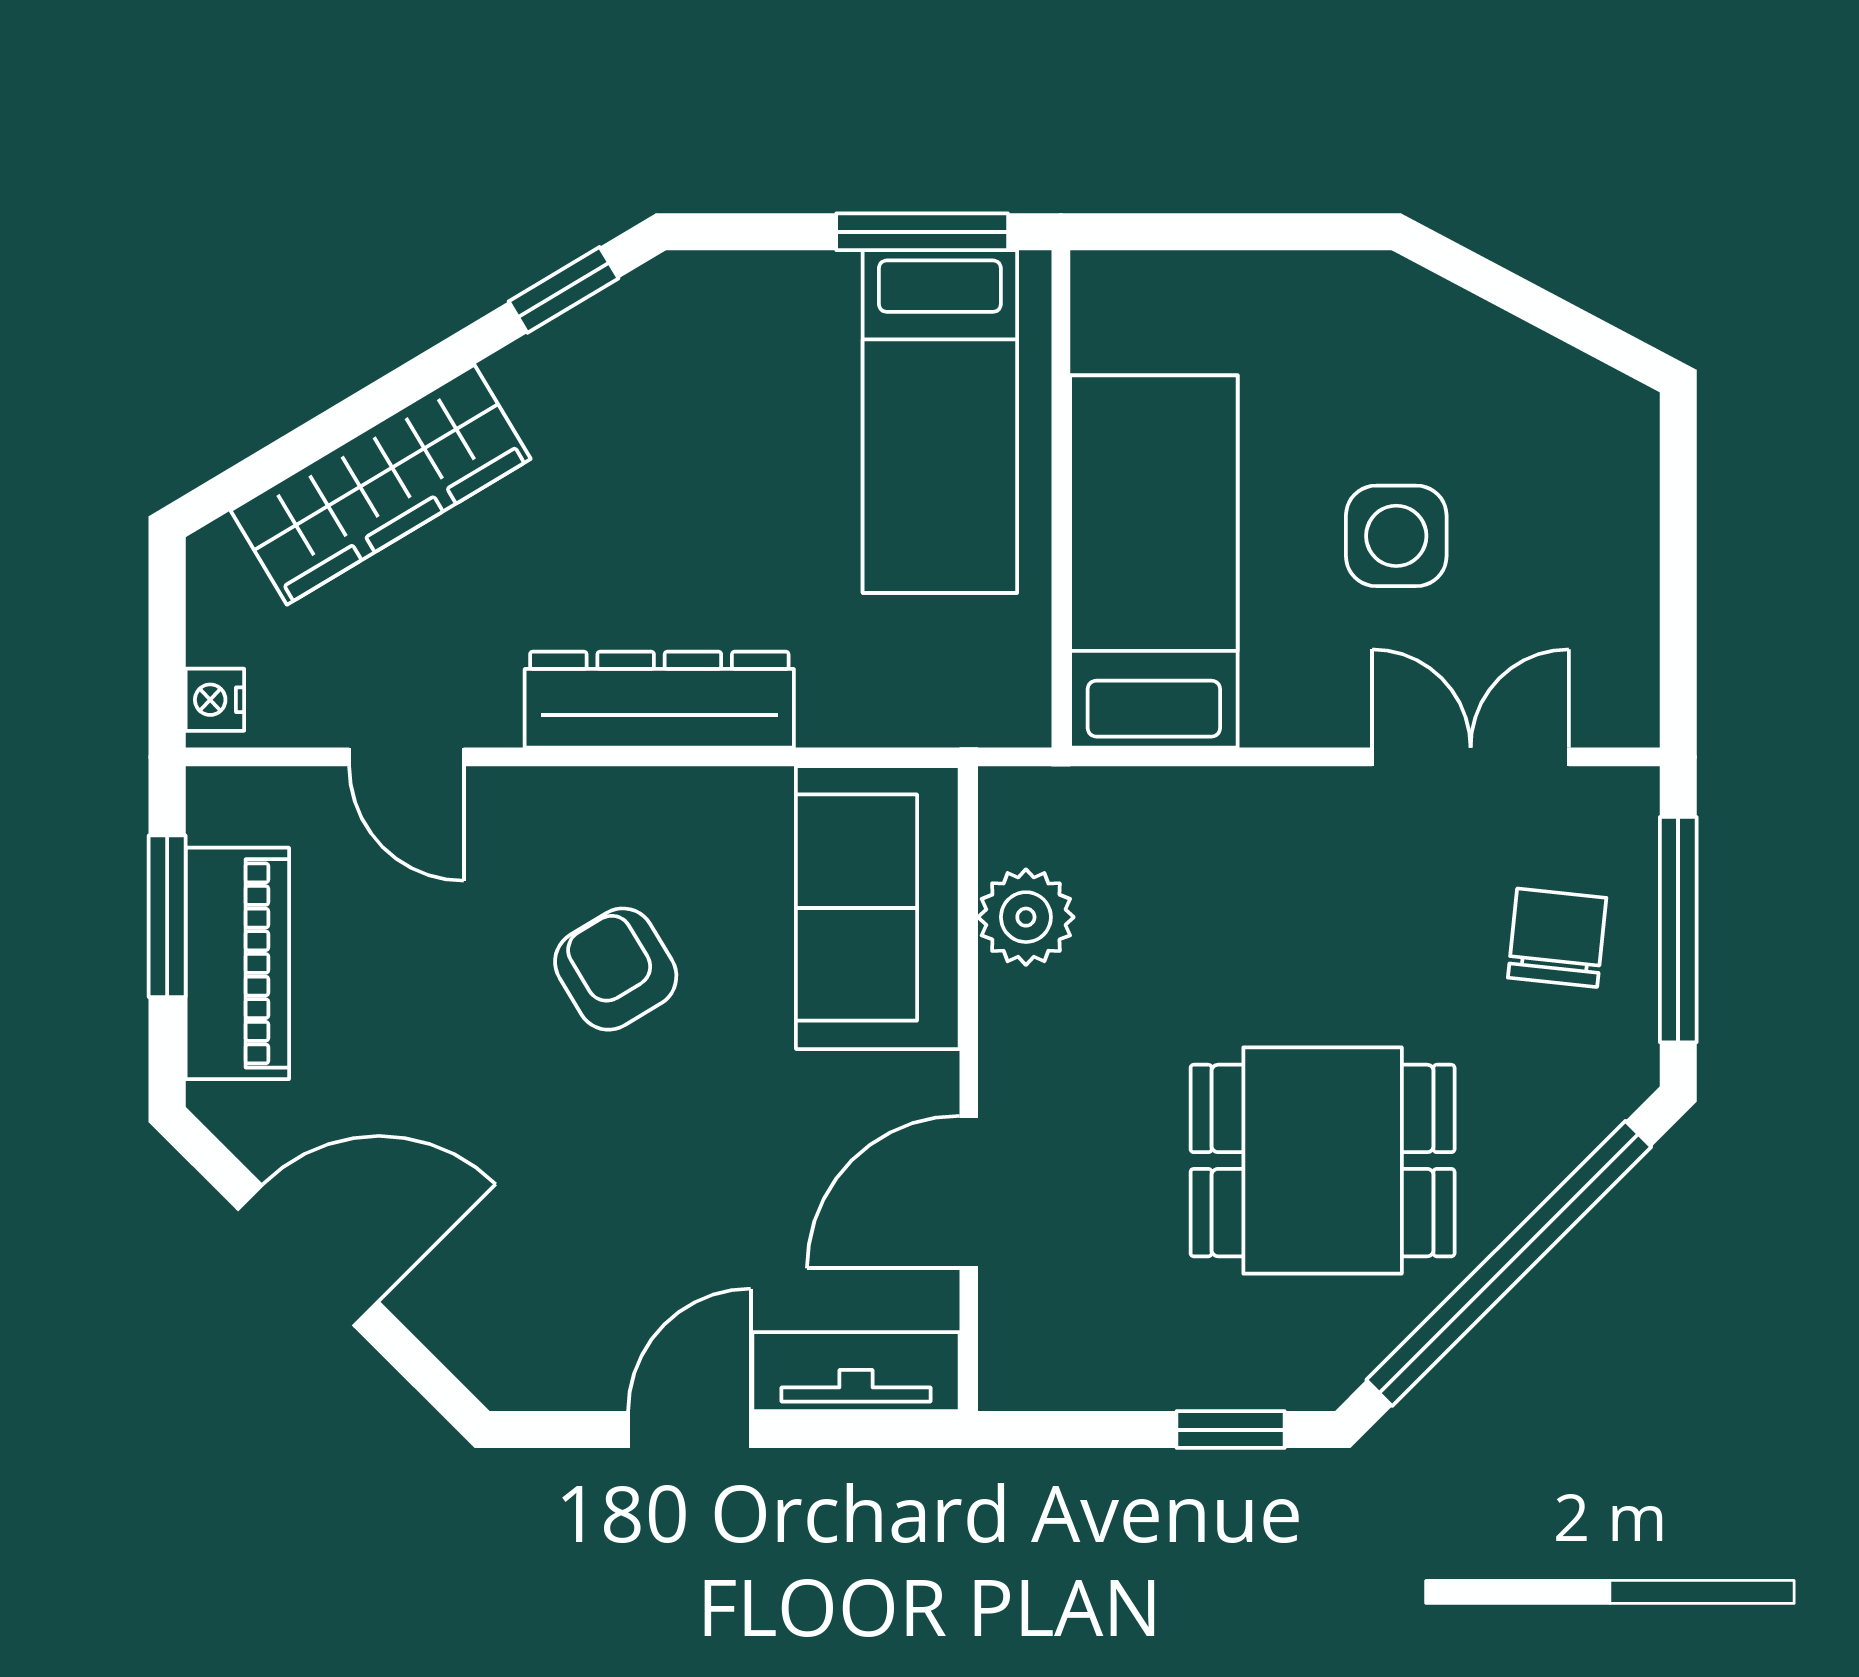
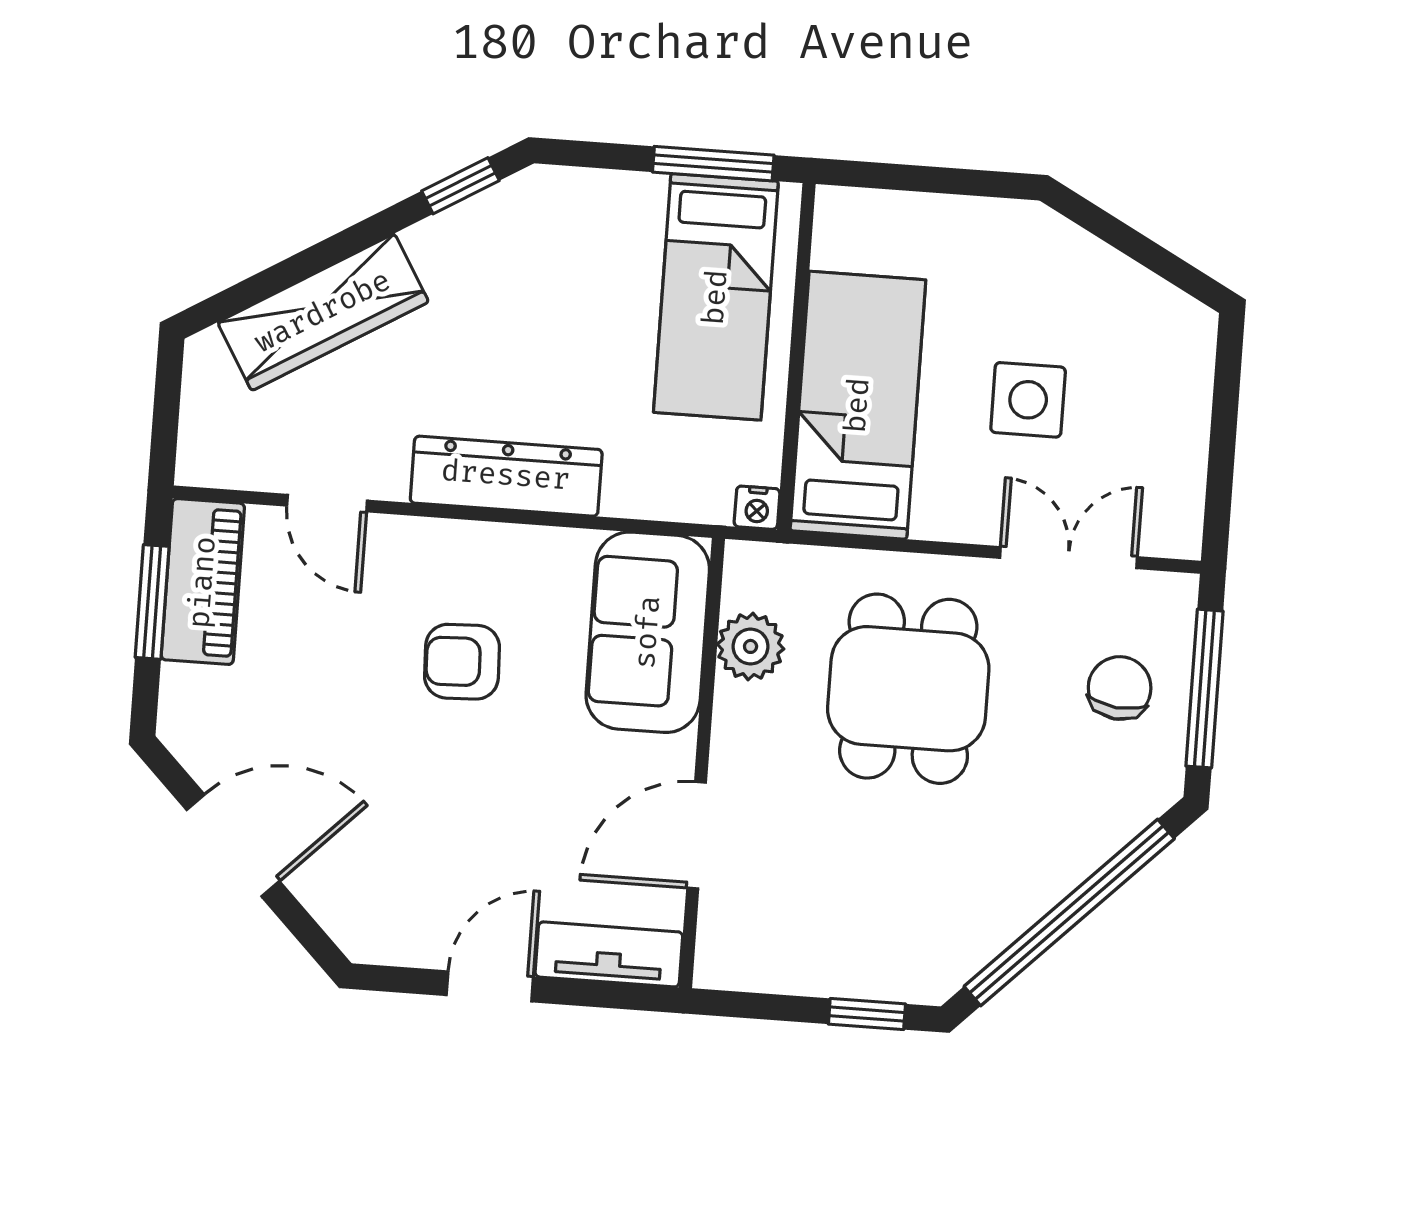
nightstand: (215, 700) -> (757, 508), moved, turned -90
piano: (237, 963) -> (203, 582), moved
armchair: (616, 969) -> (462, 662), turned -61
dining table: (1323, 1161) -> (908, 689), moved, turned 90

